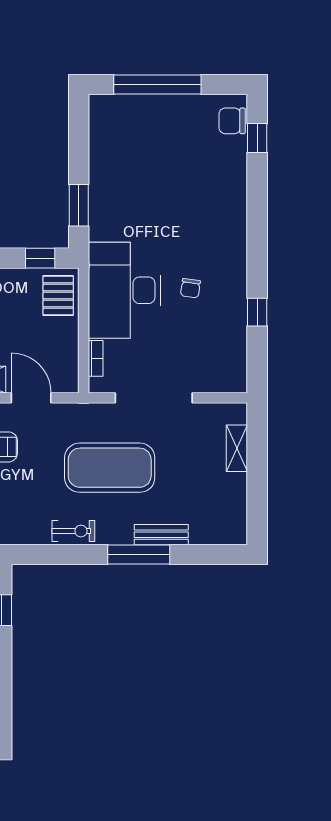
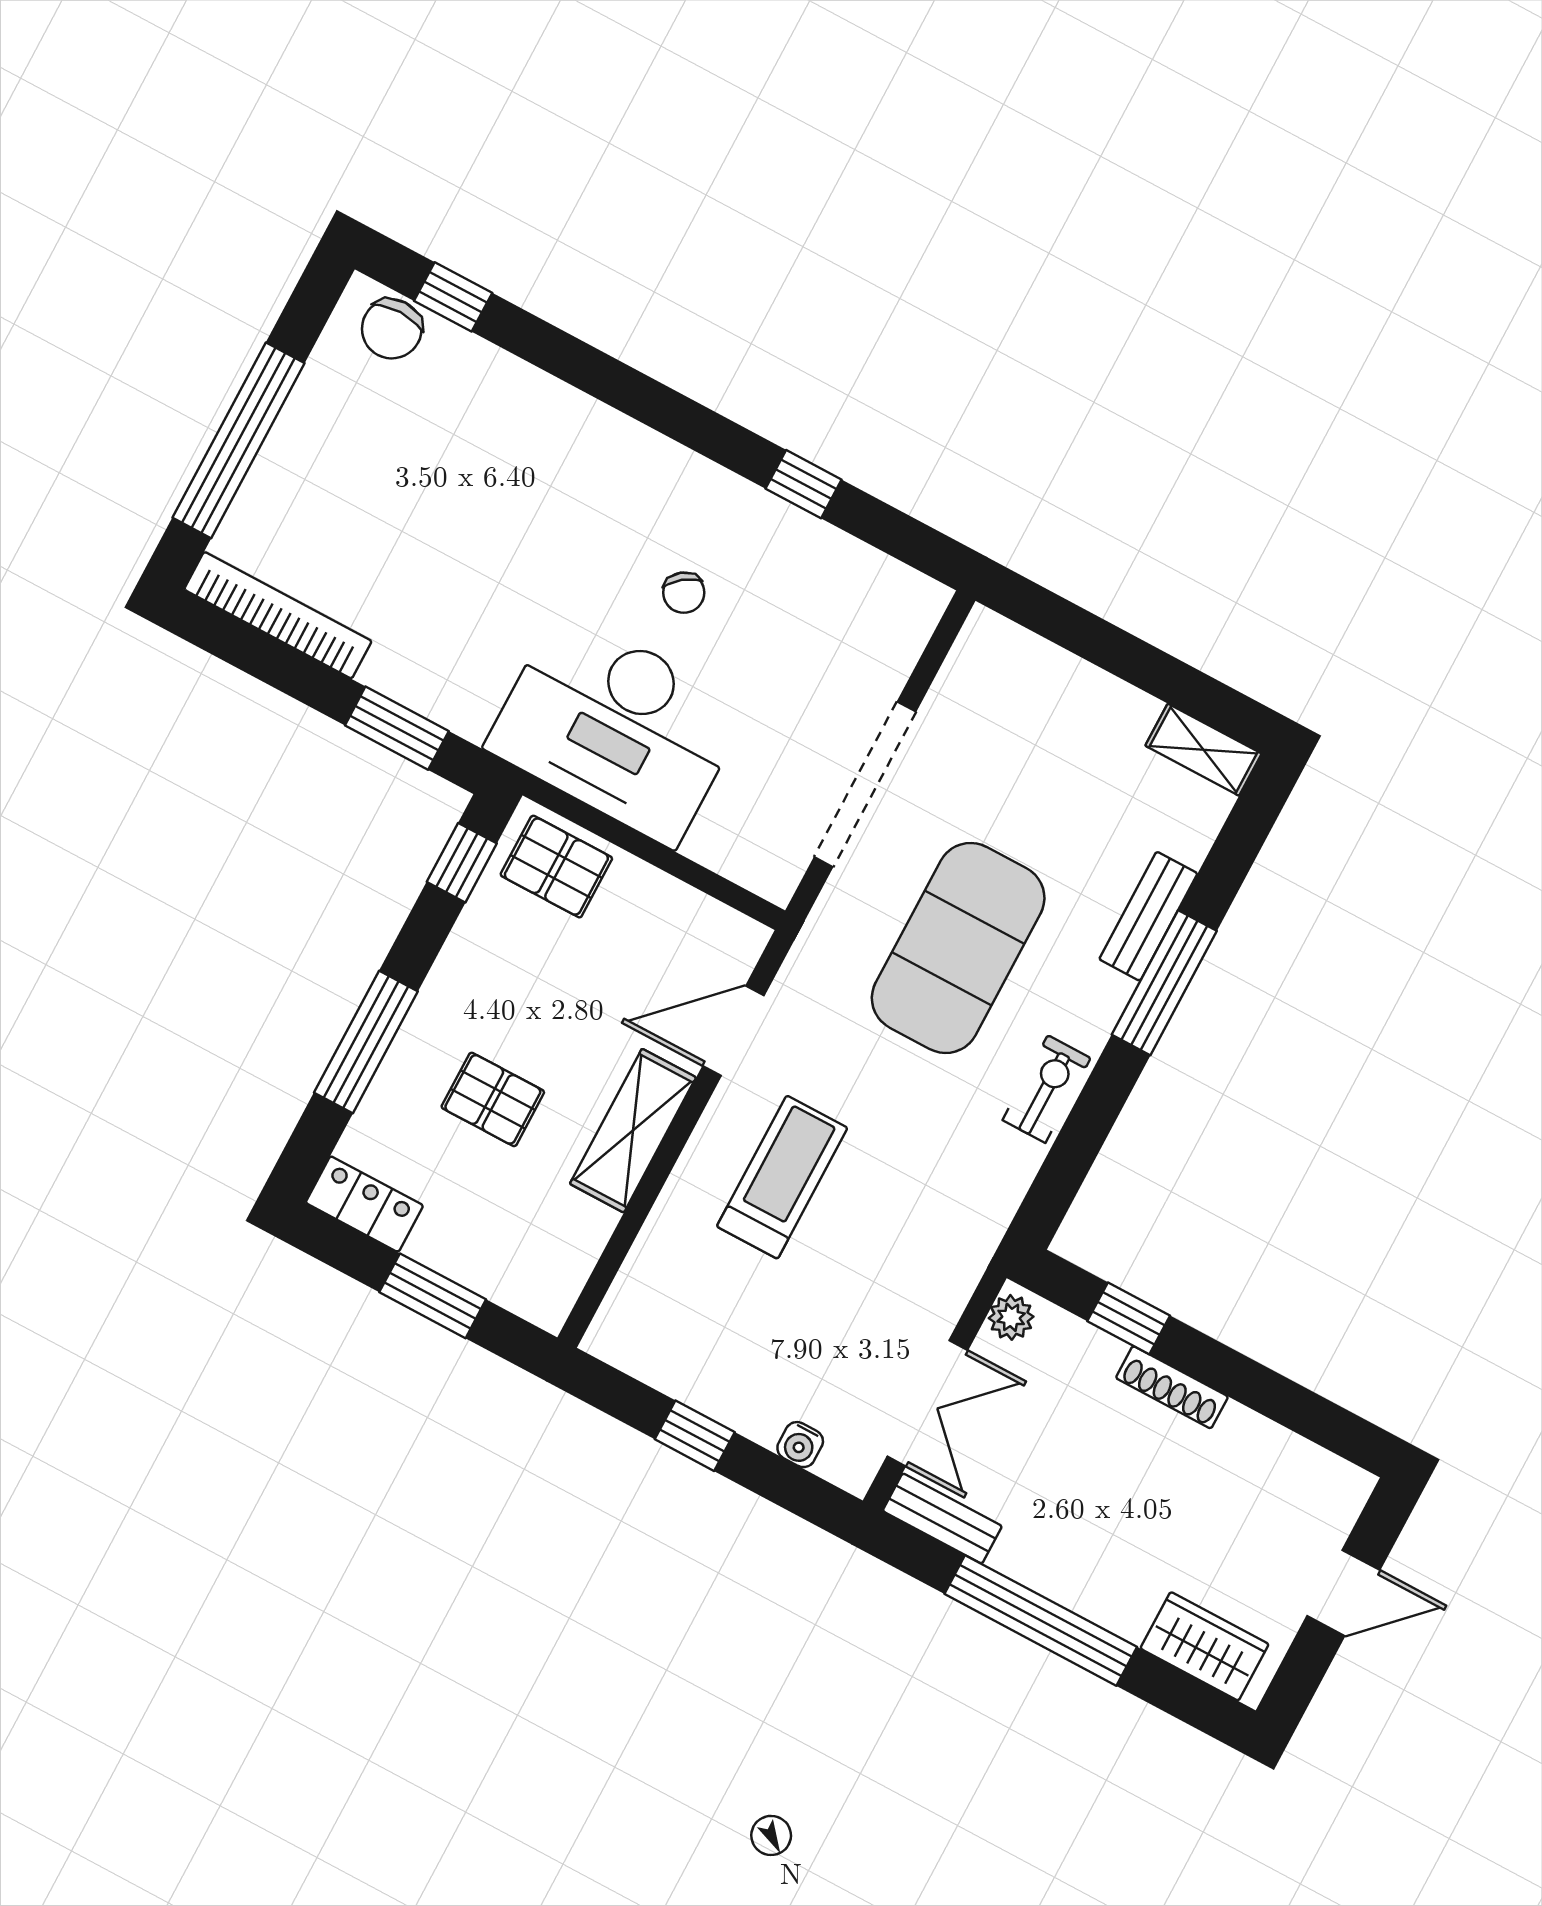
chair: (190, 288) -> (684, 593), turned 45
bookcase: (96, 358) -> (278, 615), moved, width x2.31, depth x1.31
shelving: (237, 448) -> (1203, 750), moved

